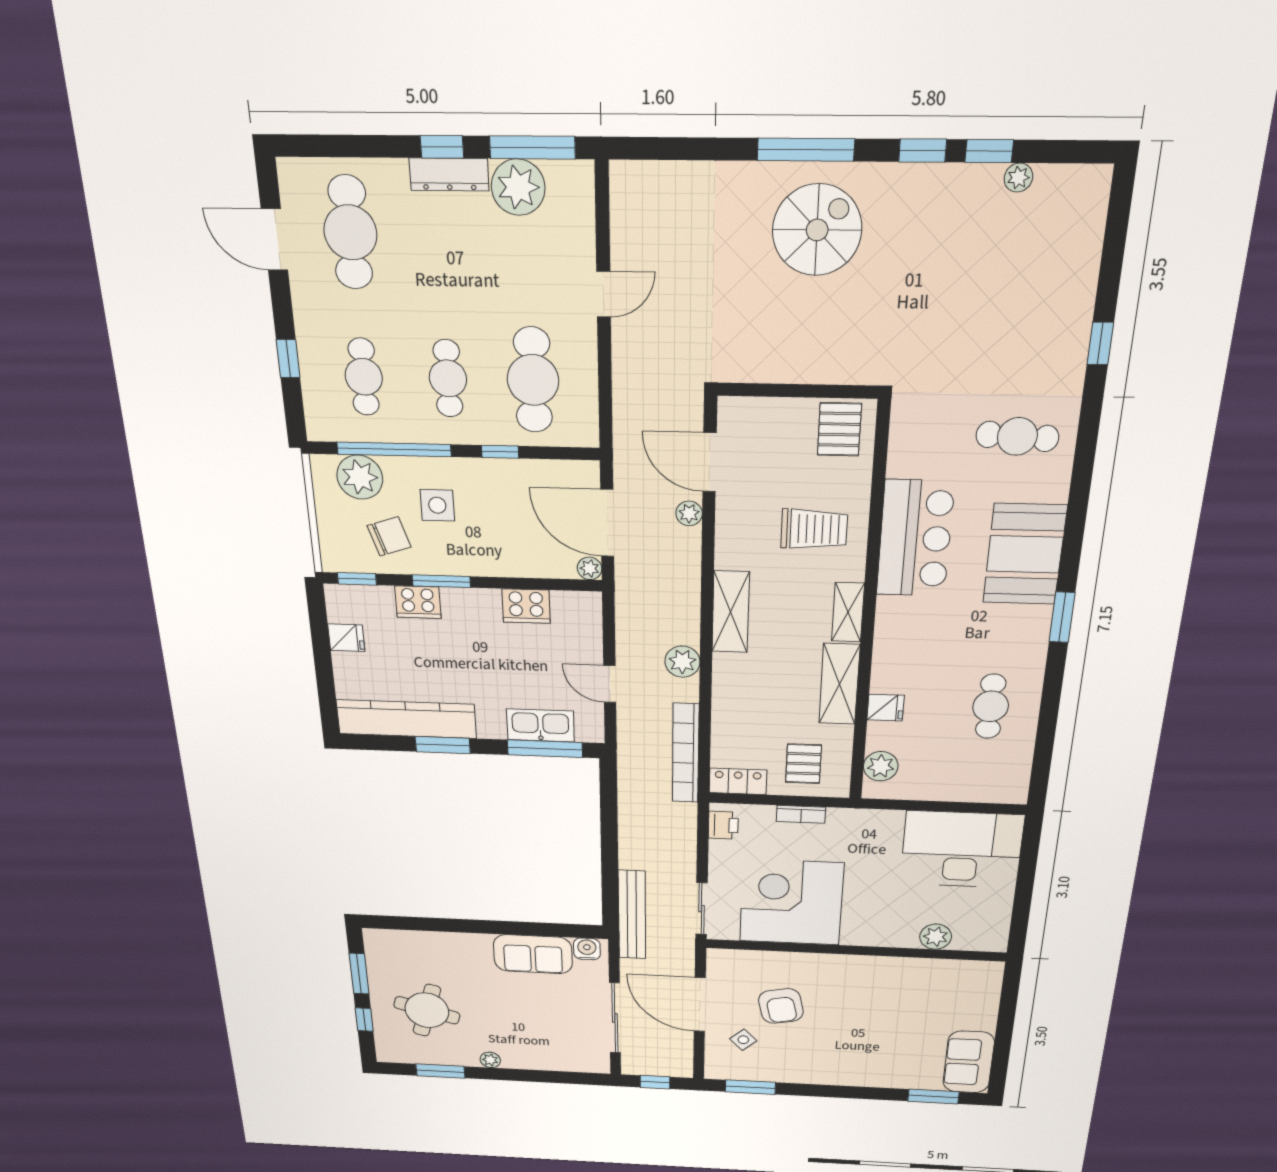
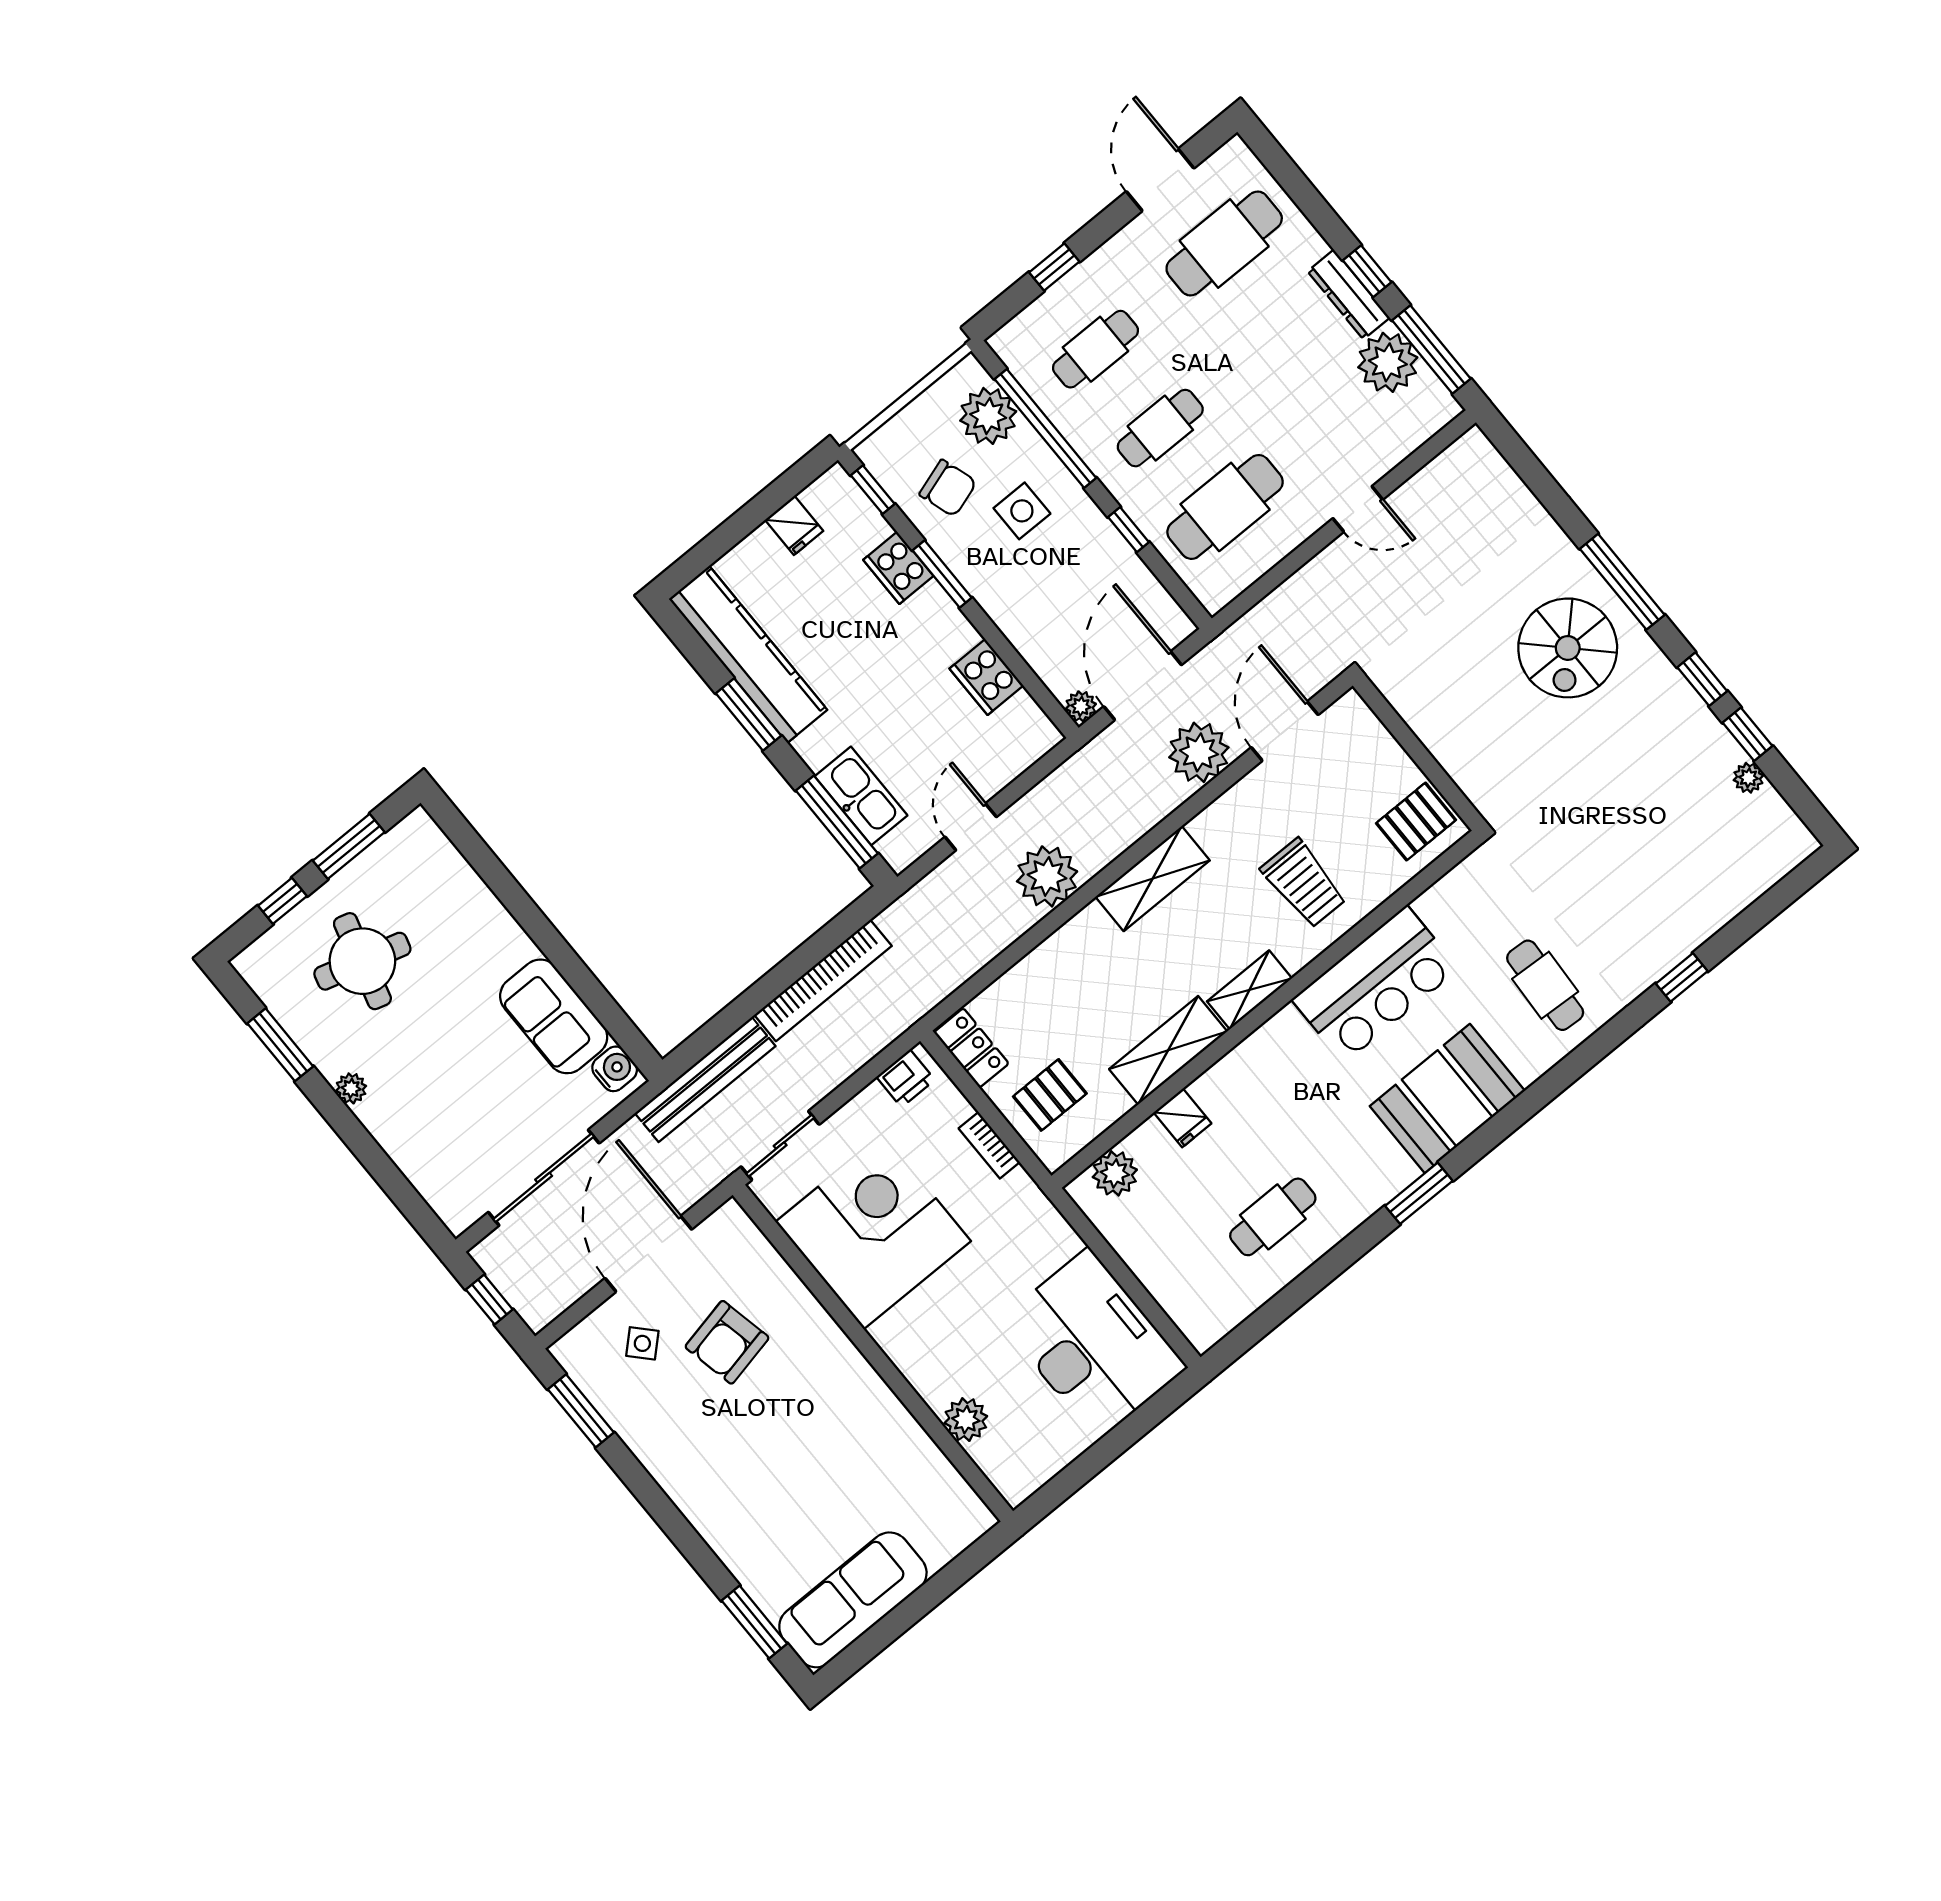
spiral stairs: (817, 230) -> (1568, 648), turned 90
plant: (689, 513) -> (1199, 752), width x1.87, depth x1.87
plant: (682, 662) -> (1047, 876), width x1.36, depth x1.36
bookcase: (686, 753) -> (823, 980), moved, turned 180
sofa: (969, 1062) -> (853, 1600), width x1.36

